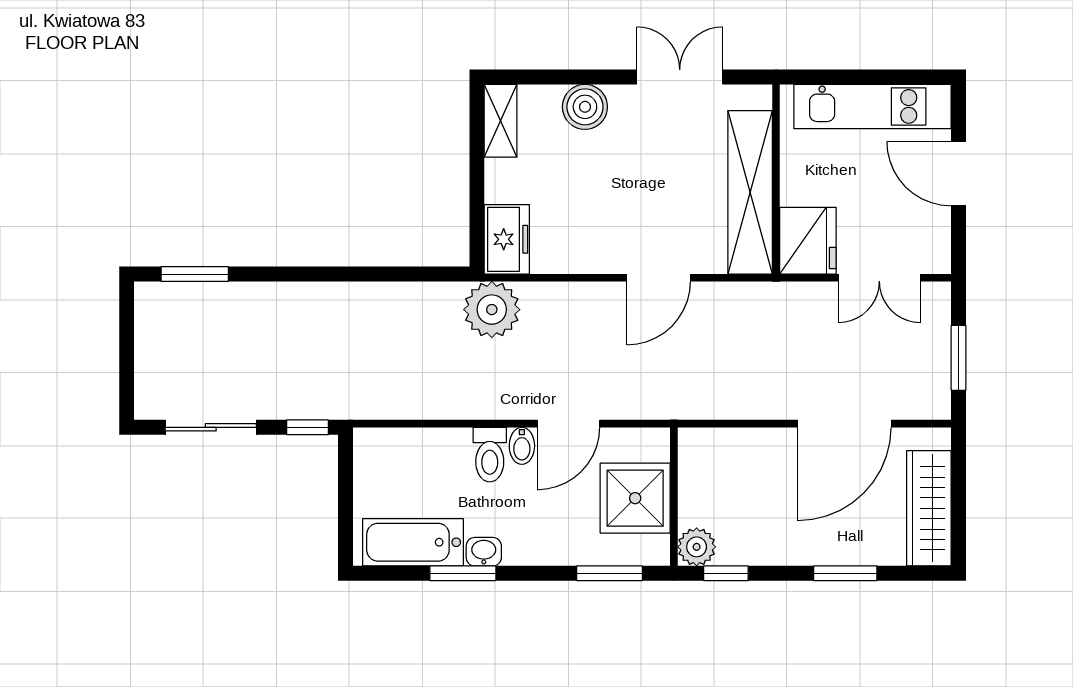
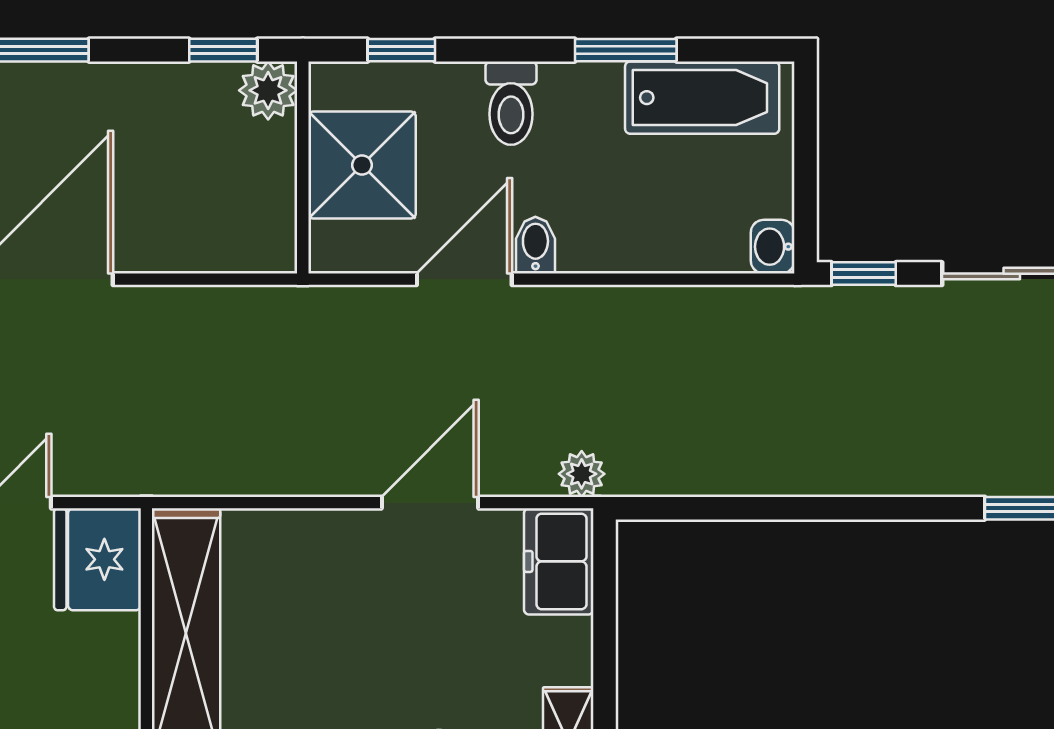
door: (659, 278) -> (430, 503), moved
plant: (492, 310) -> (582, 474), width x0.53, depth x0.53
toilet: (490, 455) -> (511, 103), moved, turned 180
washbasin: (484, 552) -> (773, 247), moved, turned 90
window: (610, 573) -> (401, 50), width x0.67

